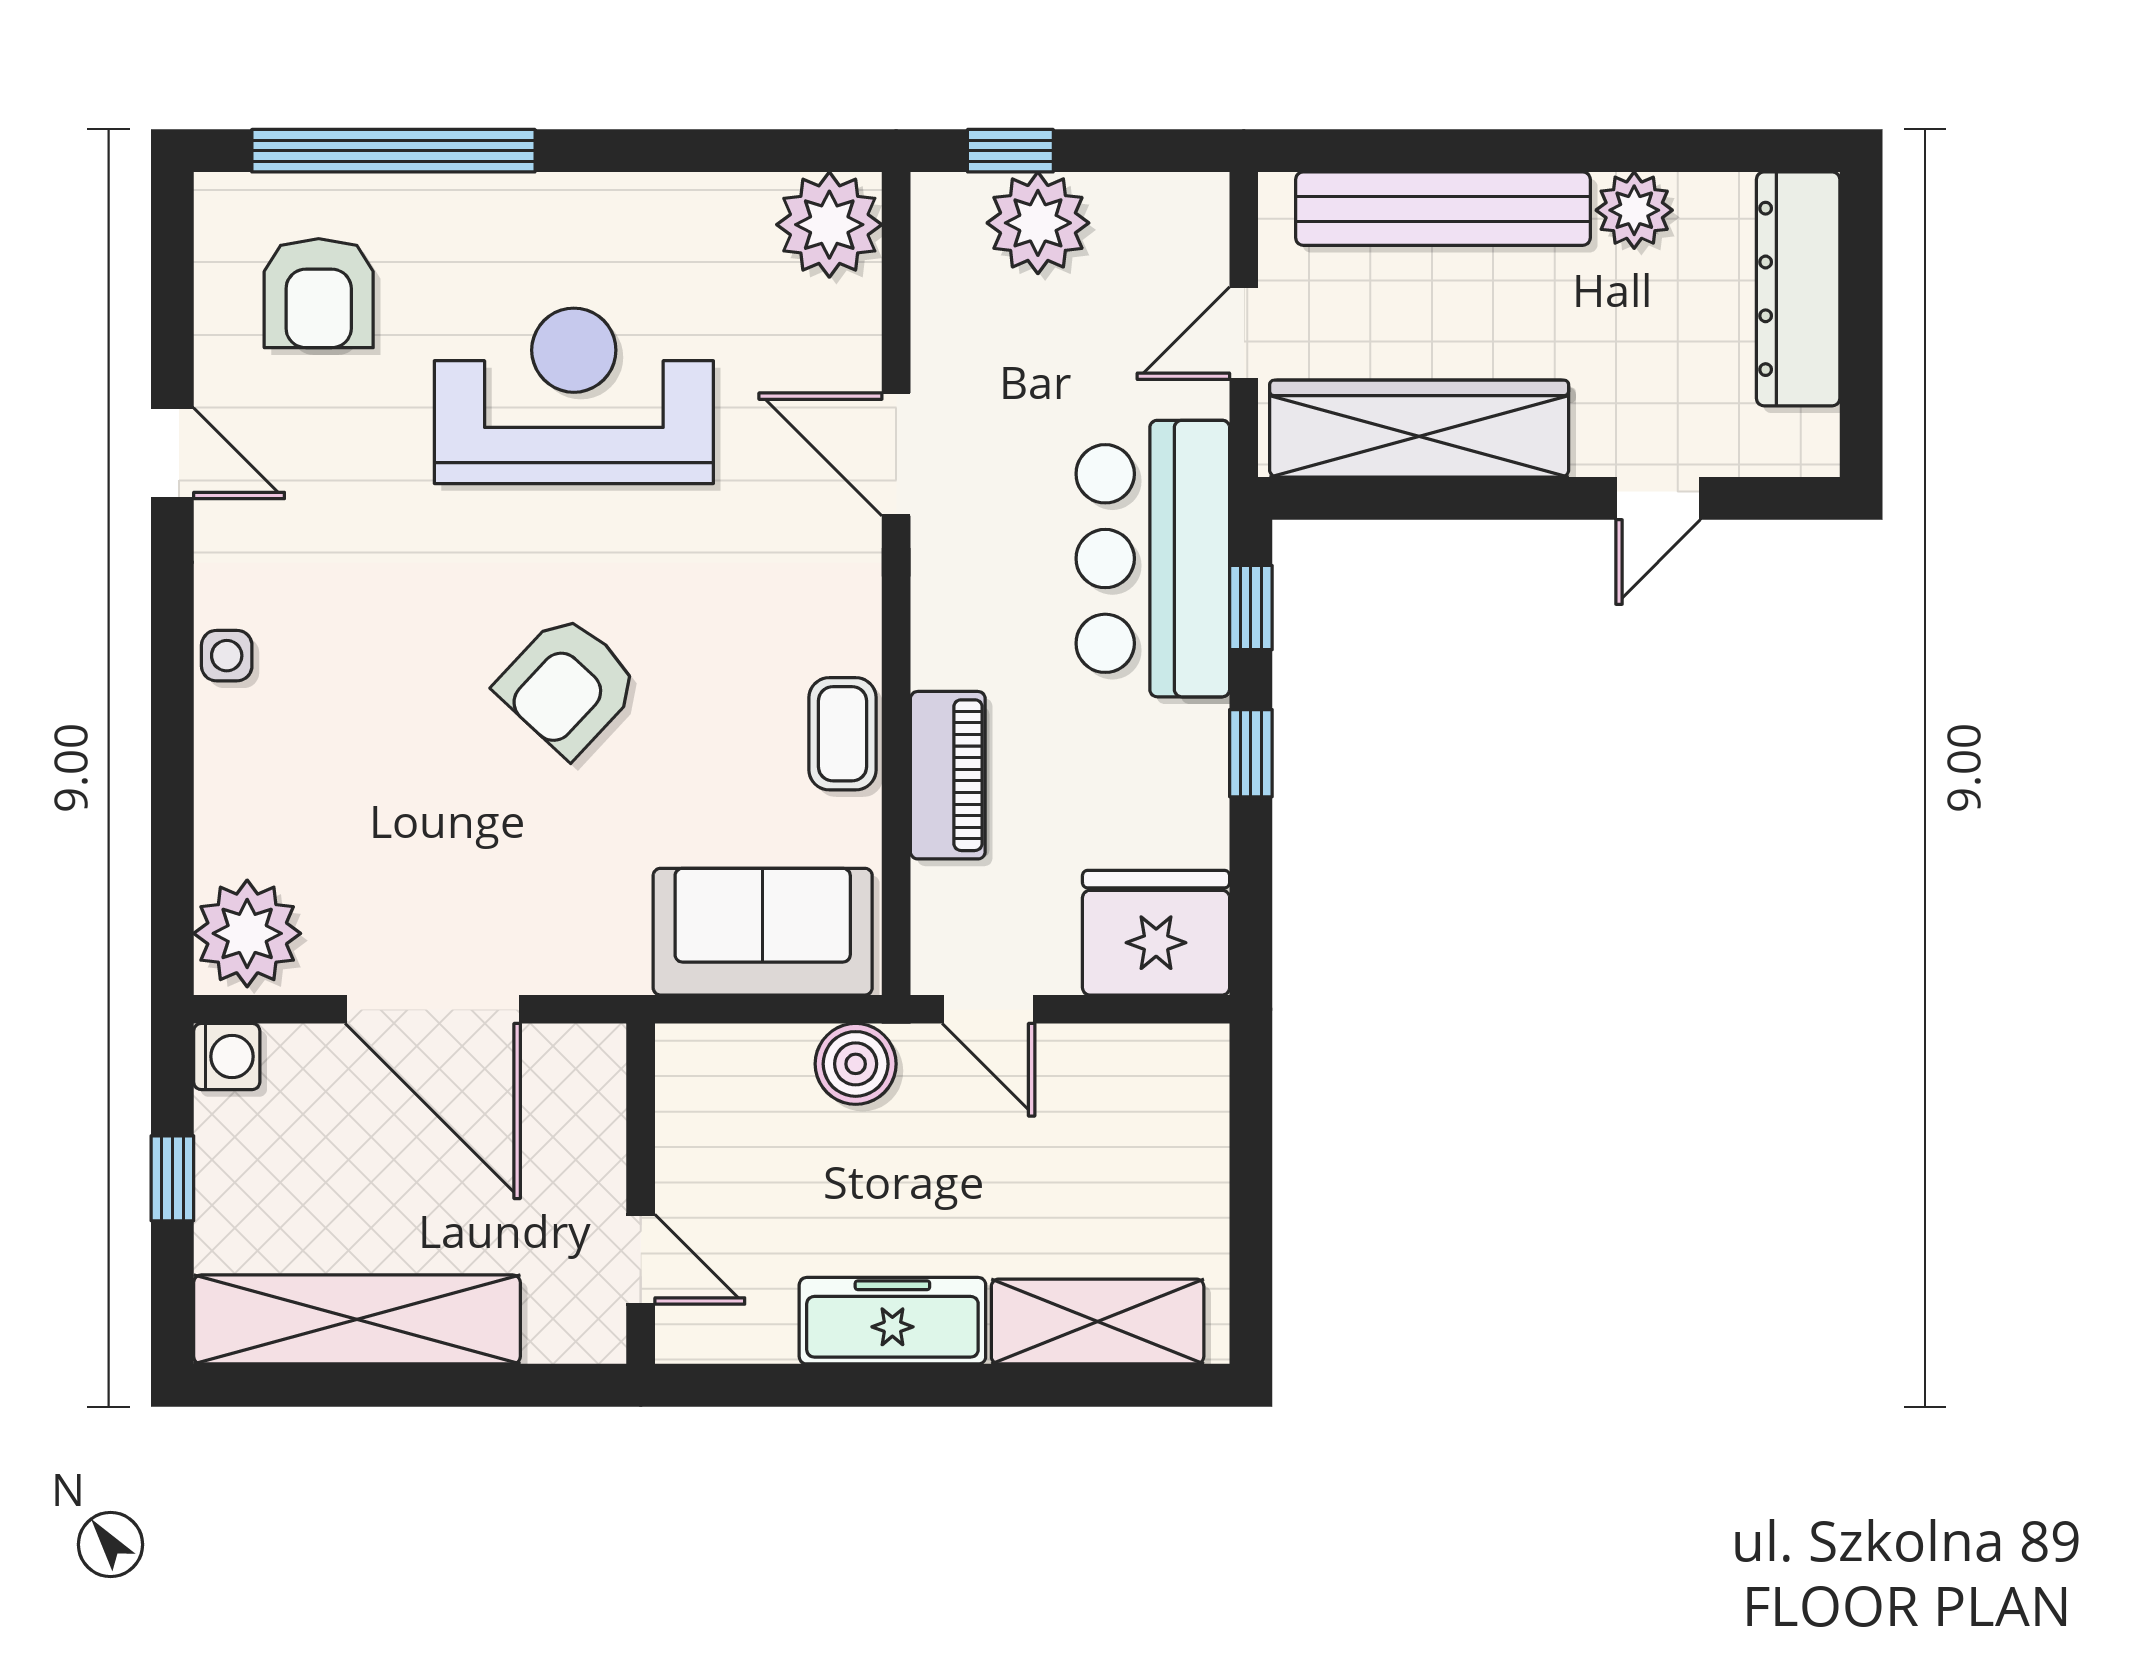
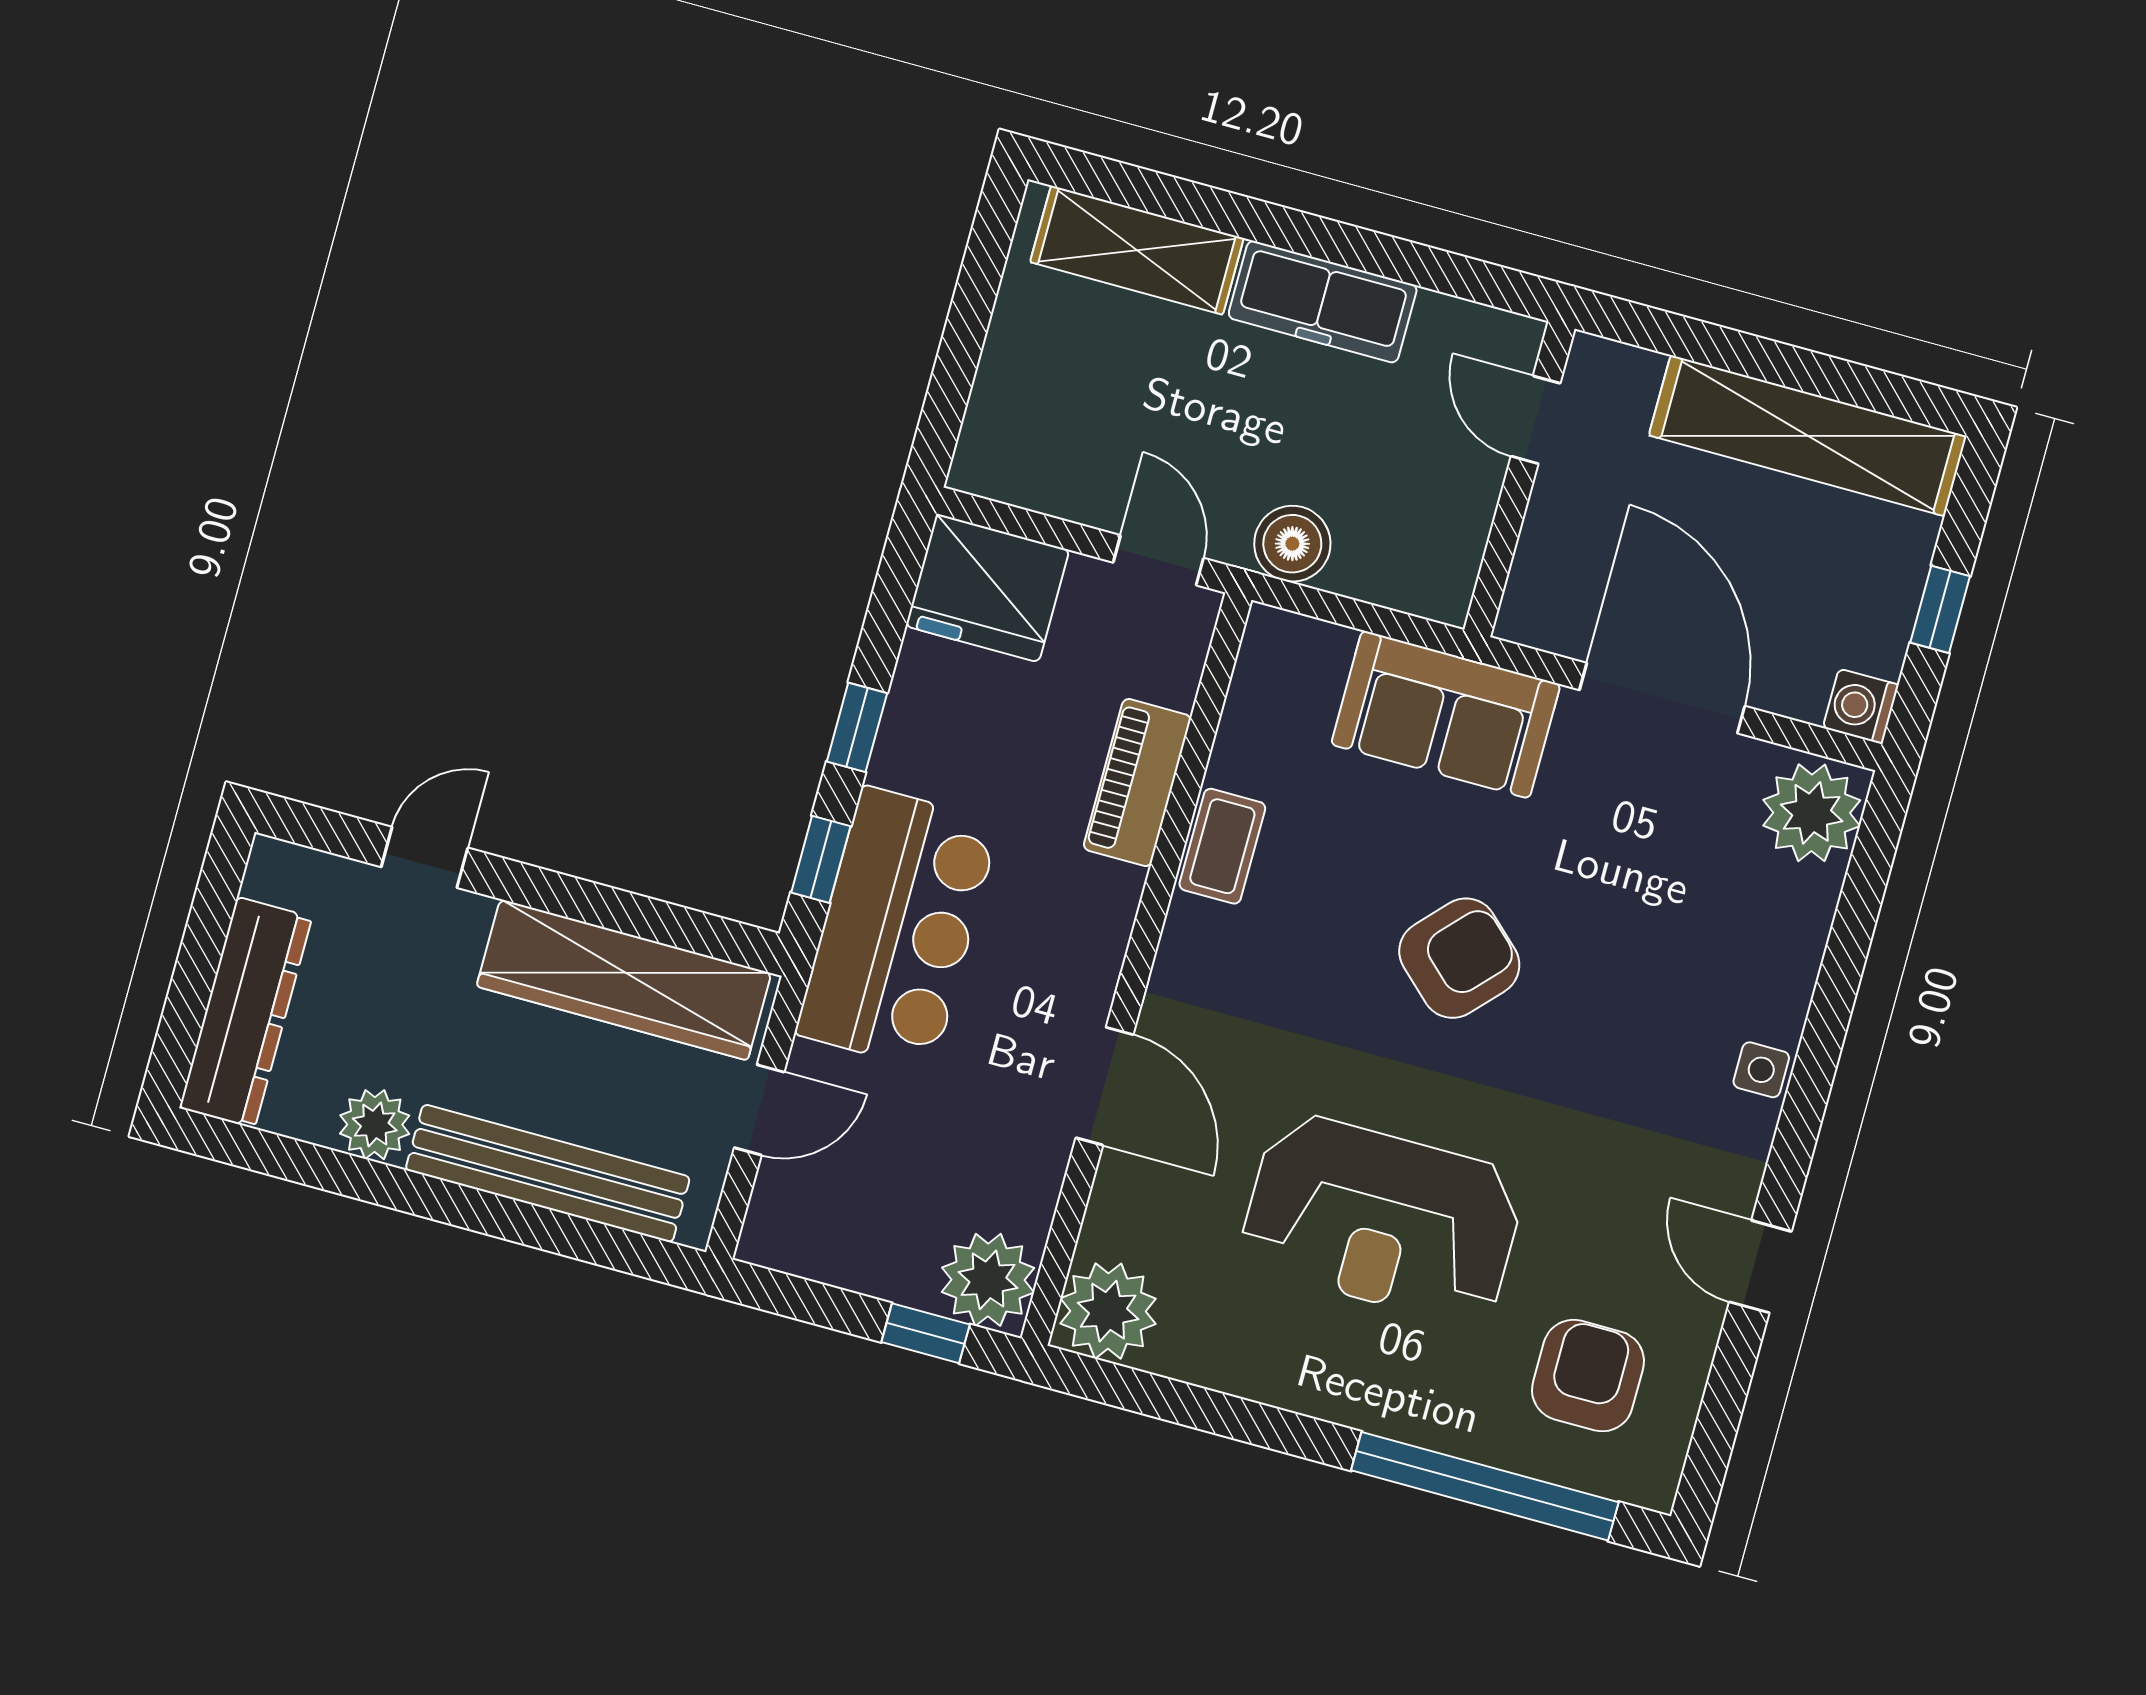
plant: (1038, 223) -> (988, 1280), moved
sofa: (763, 932) -> (1446, 714), moved

